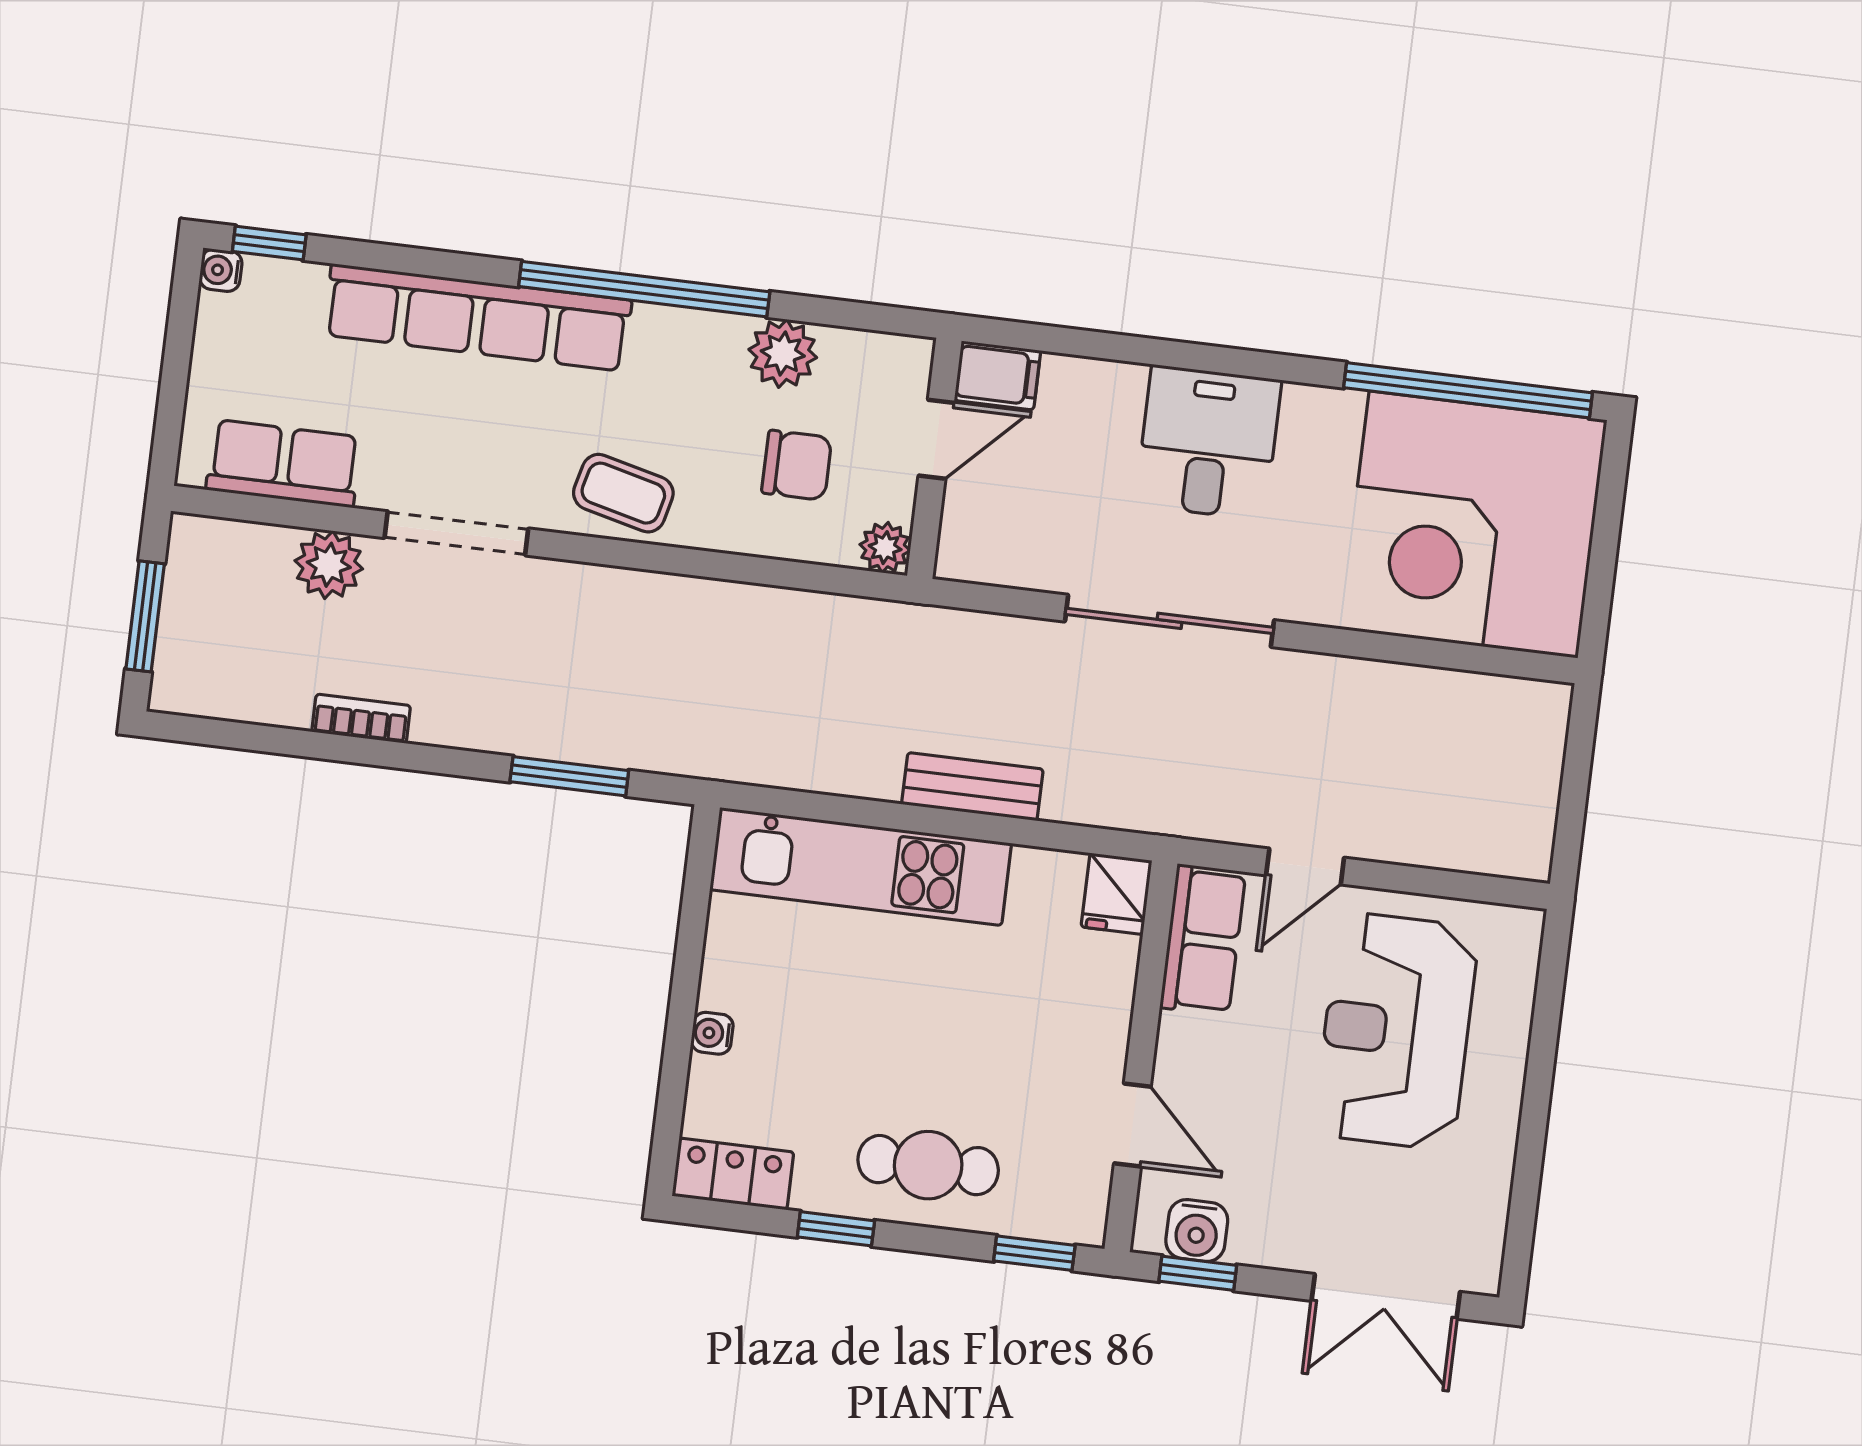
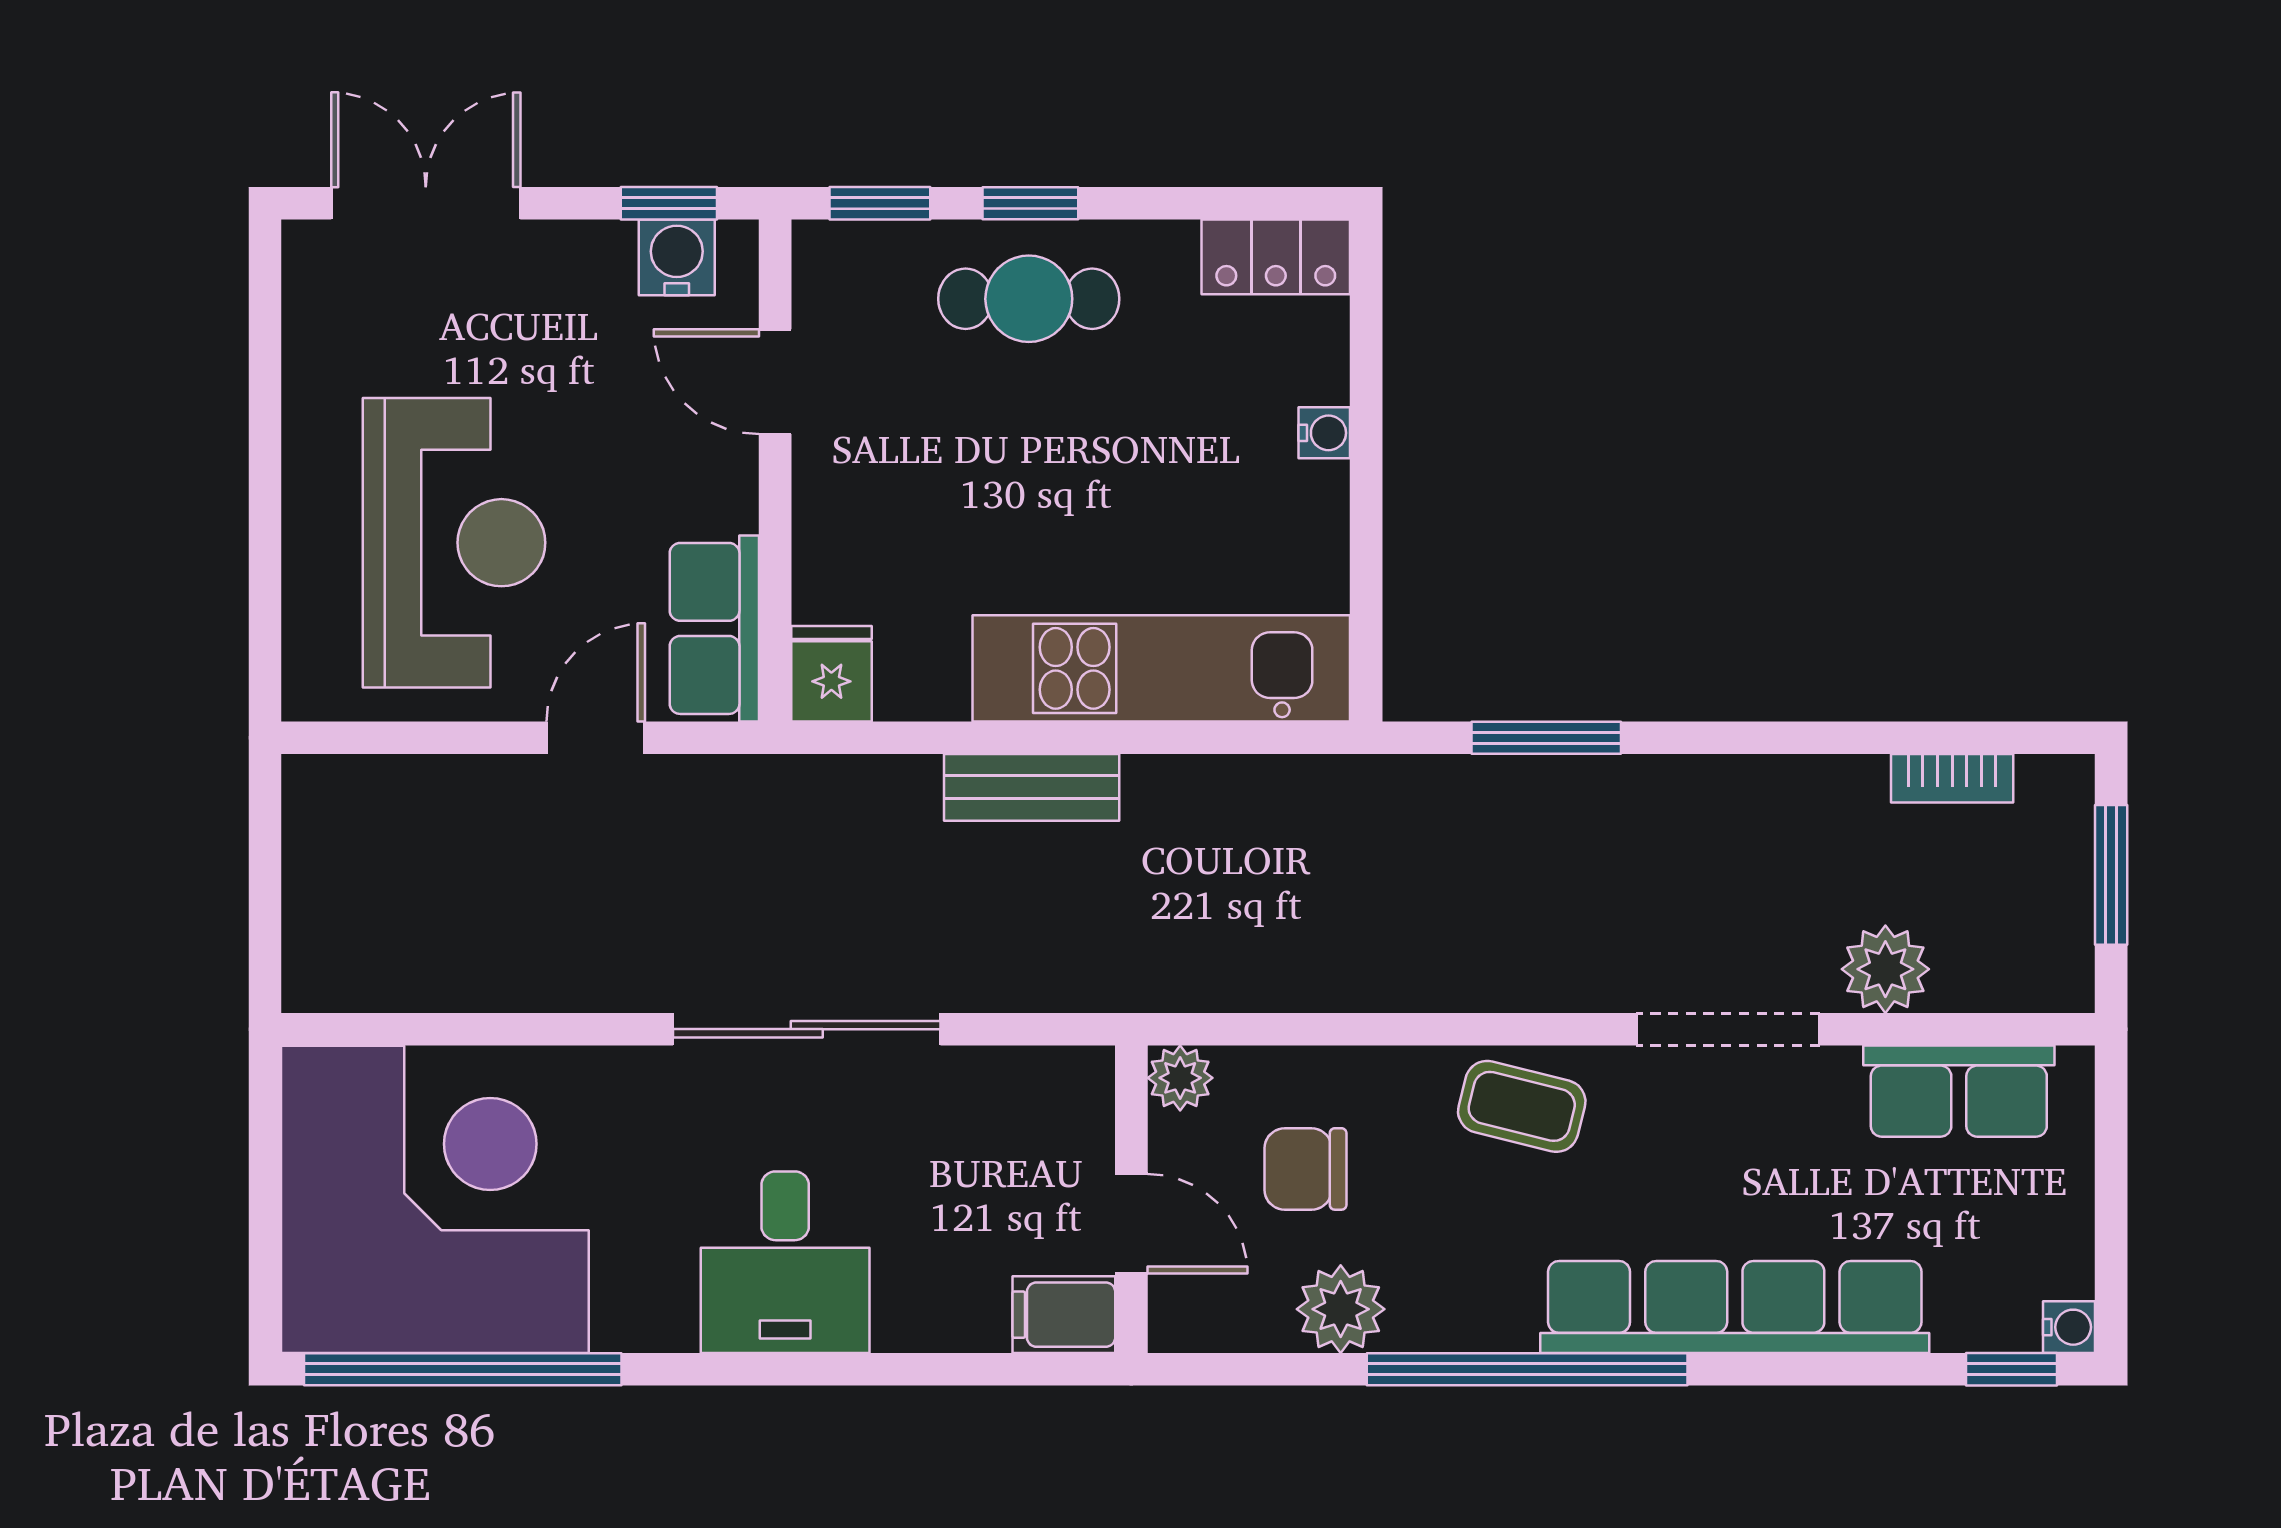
door: (937, 439) -> (1131, 1224), swing flipped
bookcase: (361, 719) -> (1952, 778), moved
window: (836, 1229) -> (1030, 203), moved

